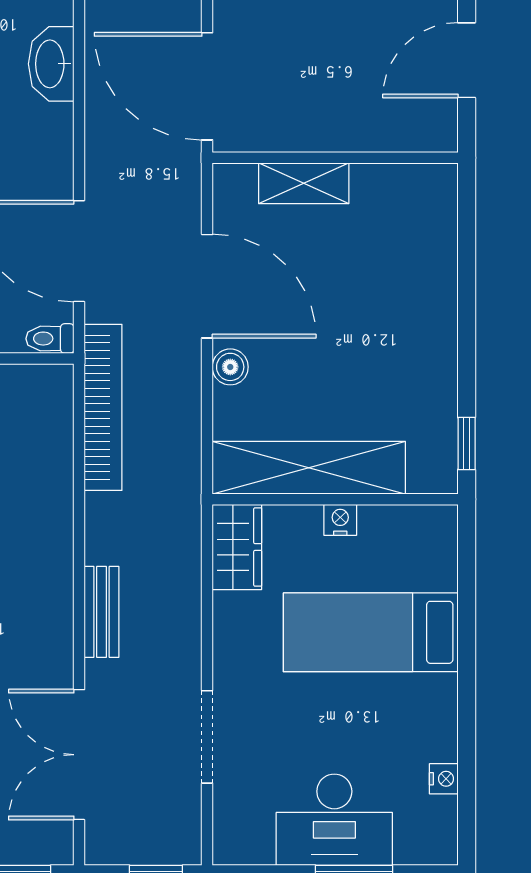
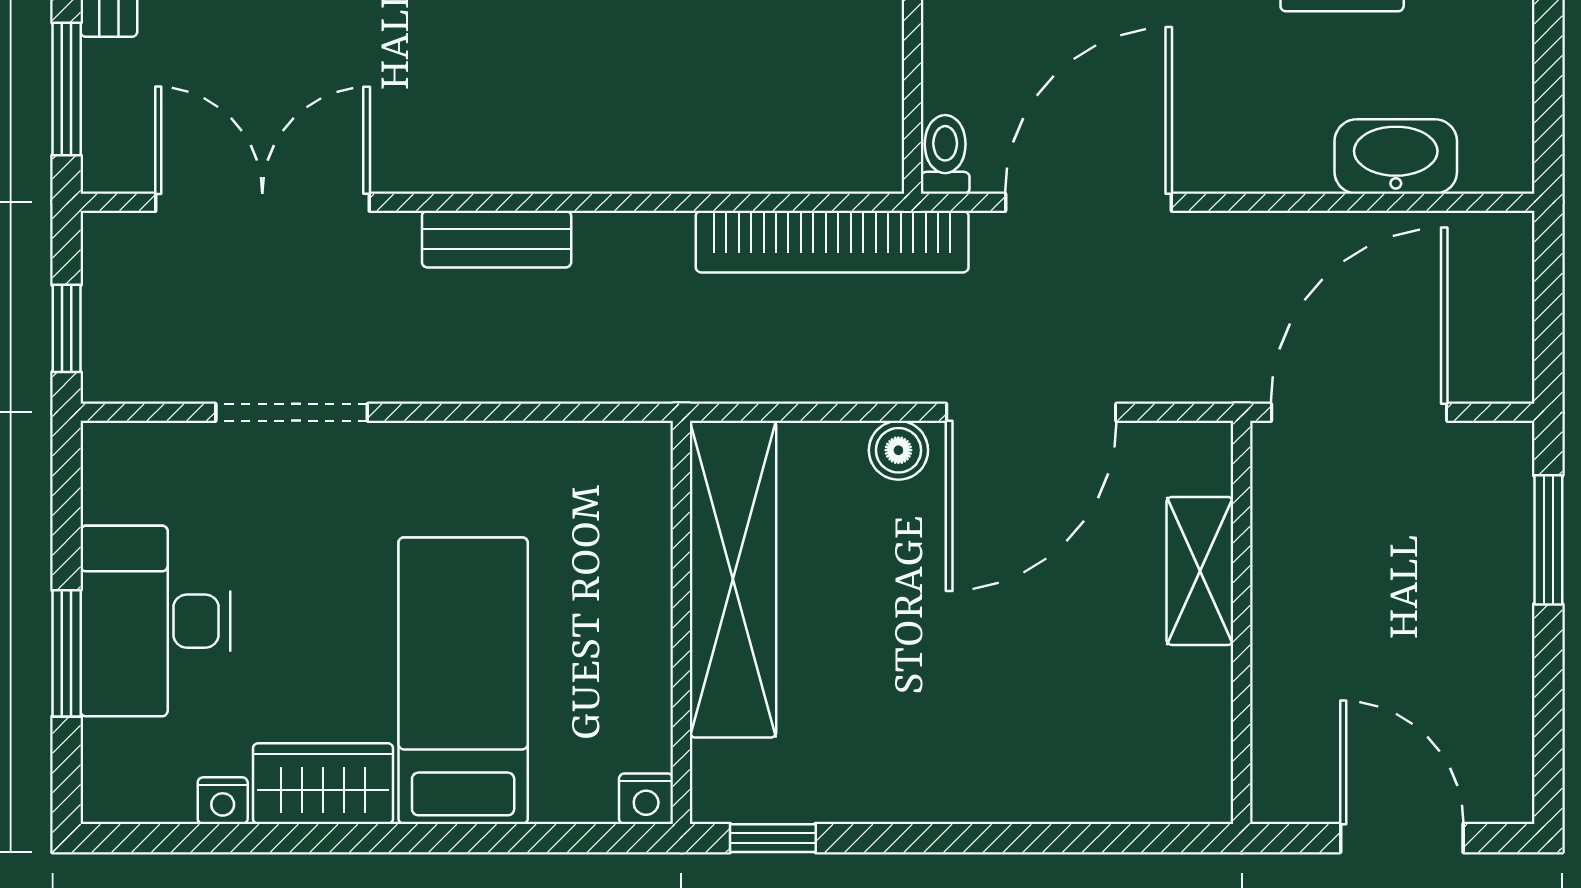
nightstand: (340, 520) -> (646, 799), moved, turned 90
wardrobe: (237, 547) -> (323, 784), moved, turned 180

